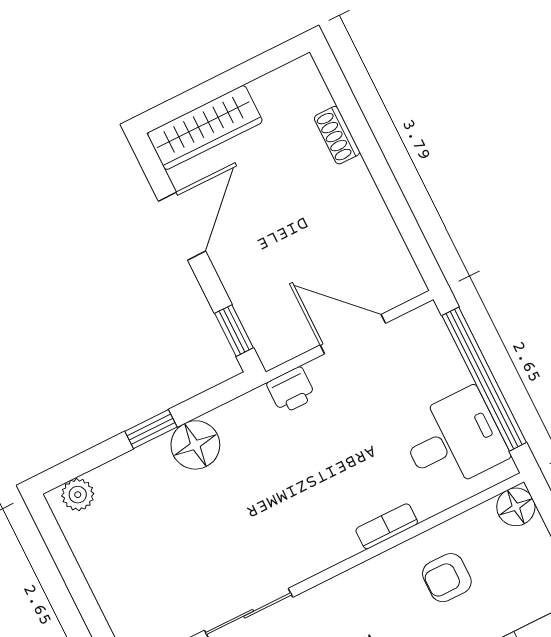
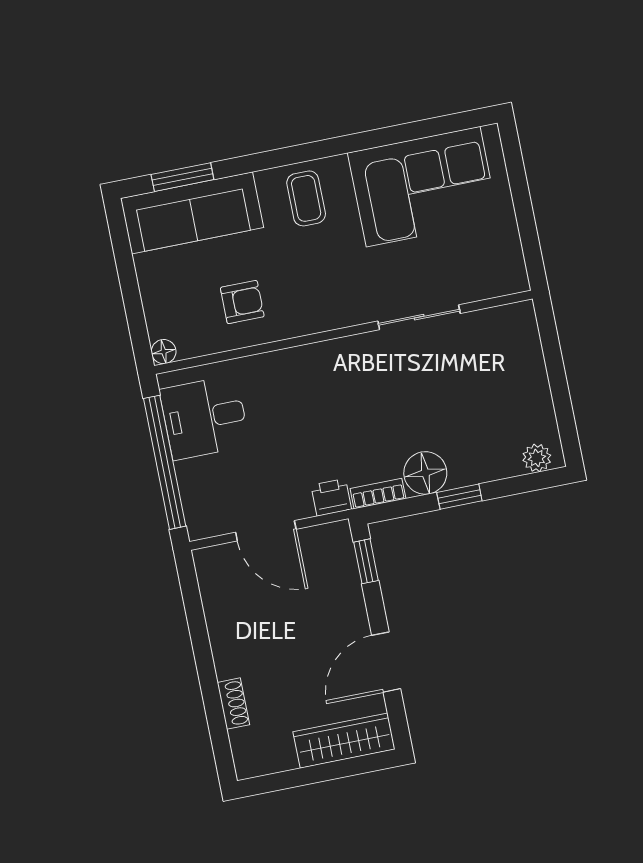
floor lamp: (516, 507) -> (164, 352), width x0.73, depth x0.73
bookcase: (387, 526) -> (378, 493), moved, turned 180

